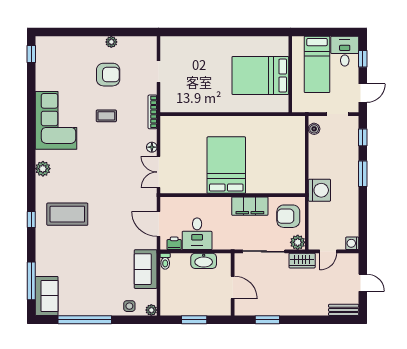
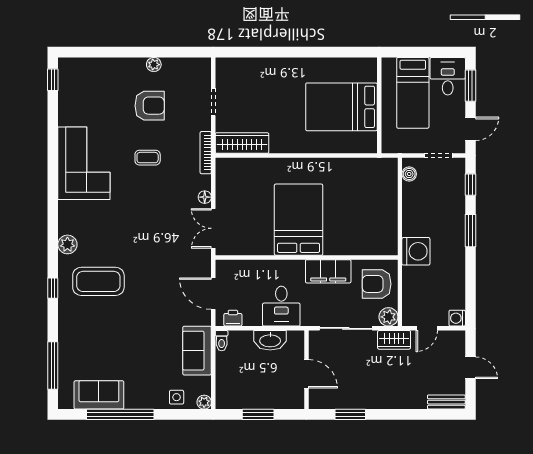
window: (363, 59) -> (470, 86), width x1.50
wardrobe: (181, 104) -> (242, 143), added
plant: (43, 169) -> (67, 244), moved
desk: (197, 234) -> (281, 306), moved
sofa: (47, 296) -> (99, 395), moved, turned -90

